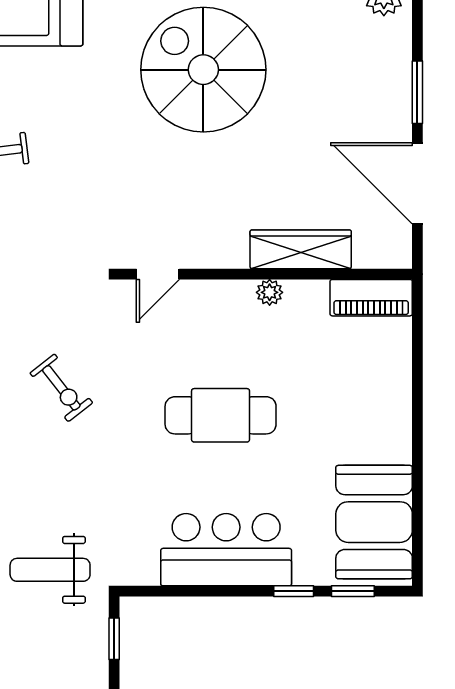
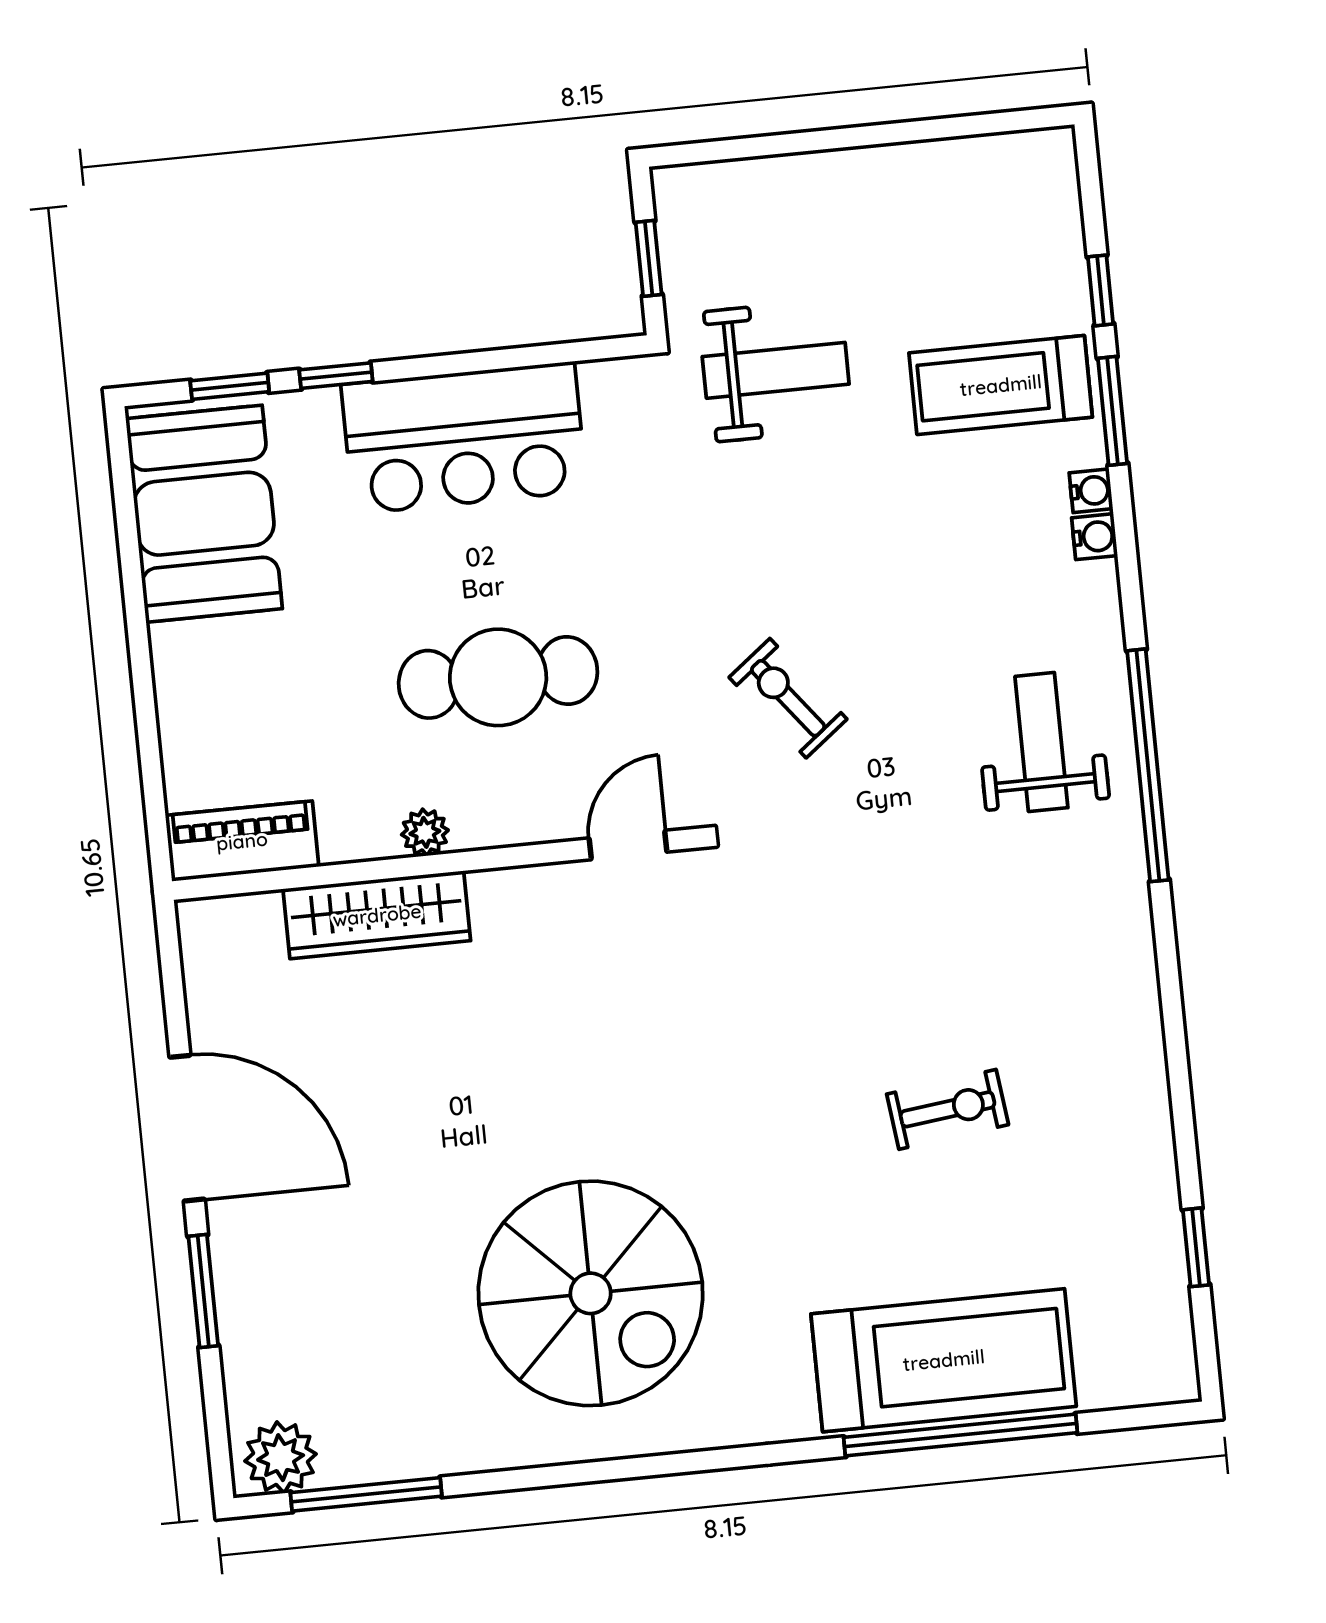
wardrobe: (301, 249) -> (377, 915), moved
door: (158, 274) -> (628, 845), moved
wall: (266, 274) -> (435, 864), moved
plant: (270, 292) -> (425, 832), moved
piano: (371, 298) -> (242, 841), moved

